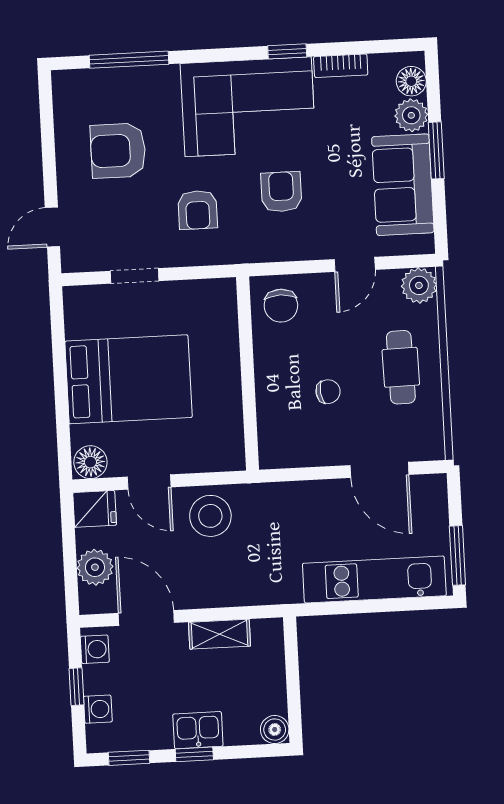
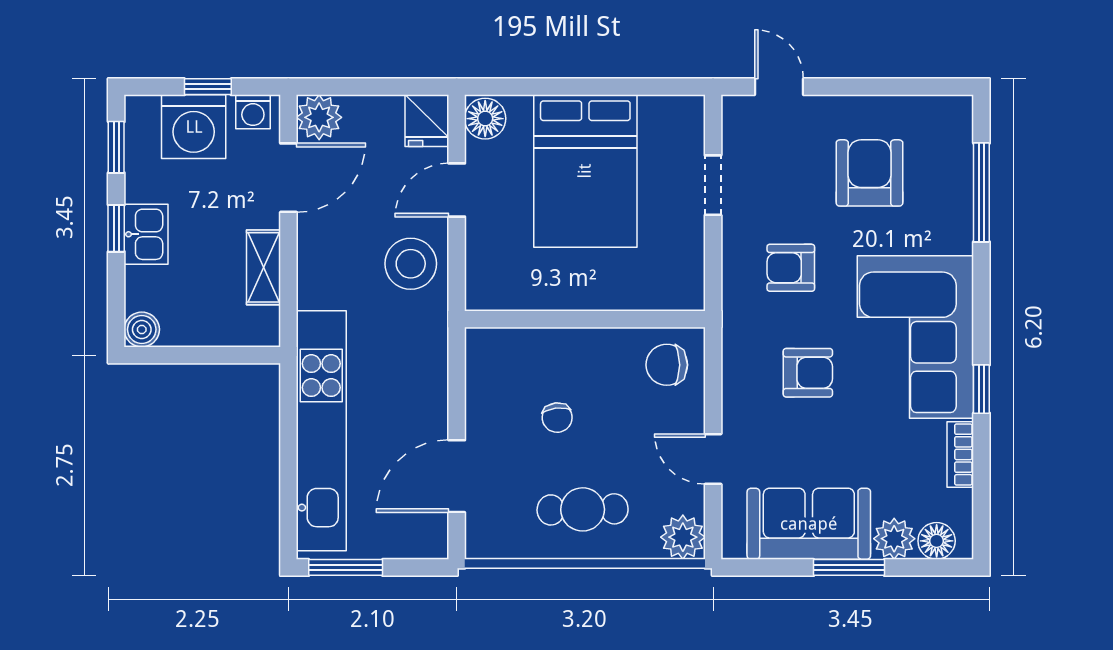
plant: (95, 567) -> (319, 117), moved
kitchen unit: (374, 579) -> (321, 431), width x1.36
washing machine: (98, 709) -> (194, 127), width x1.89, depth x1.89

